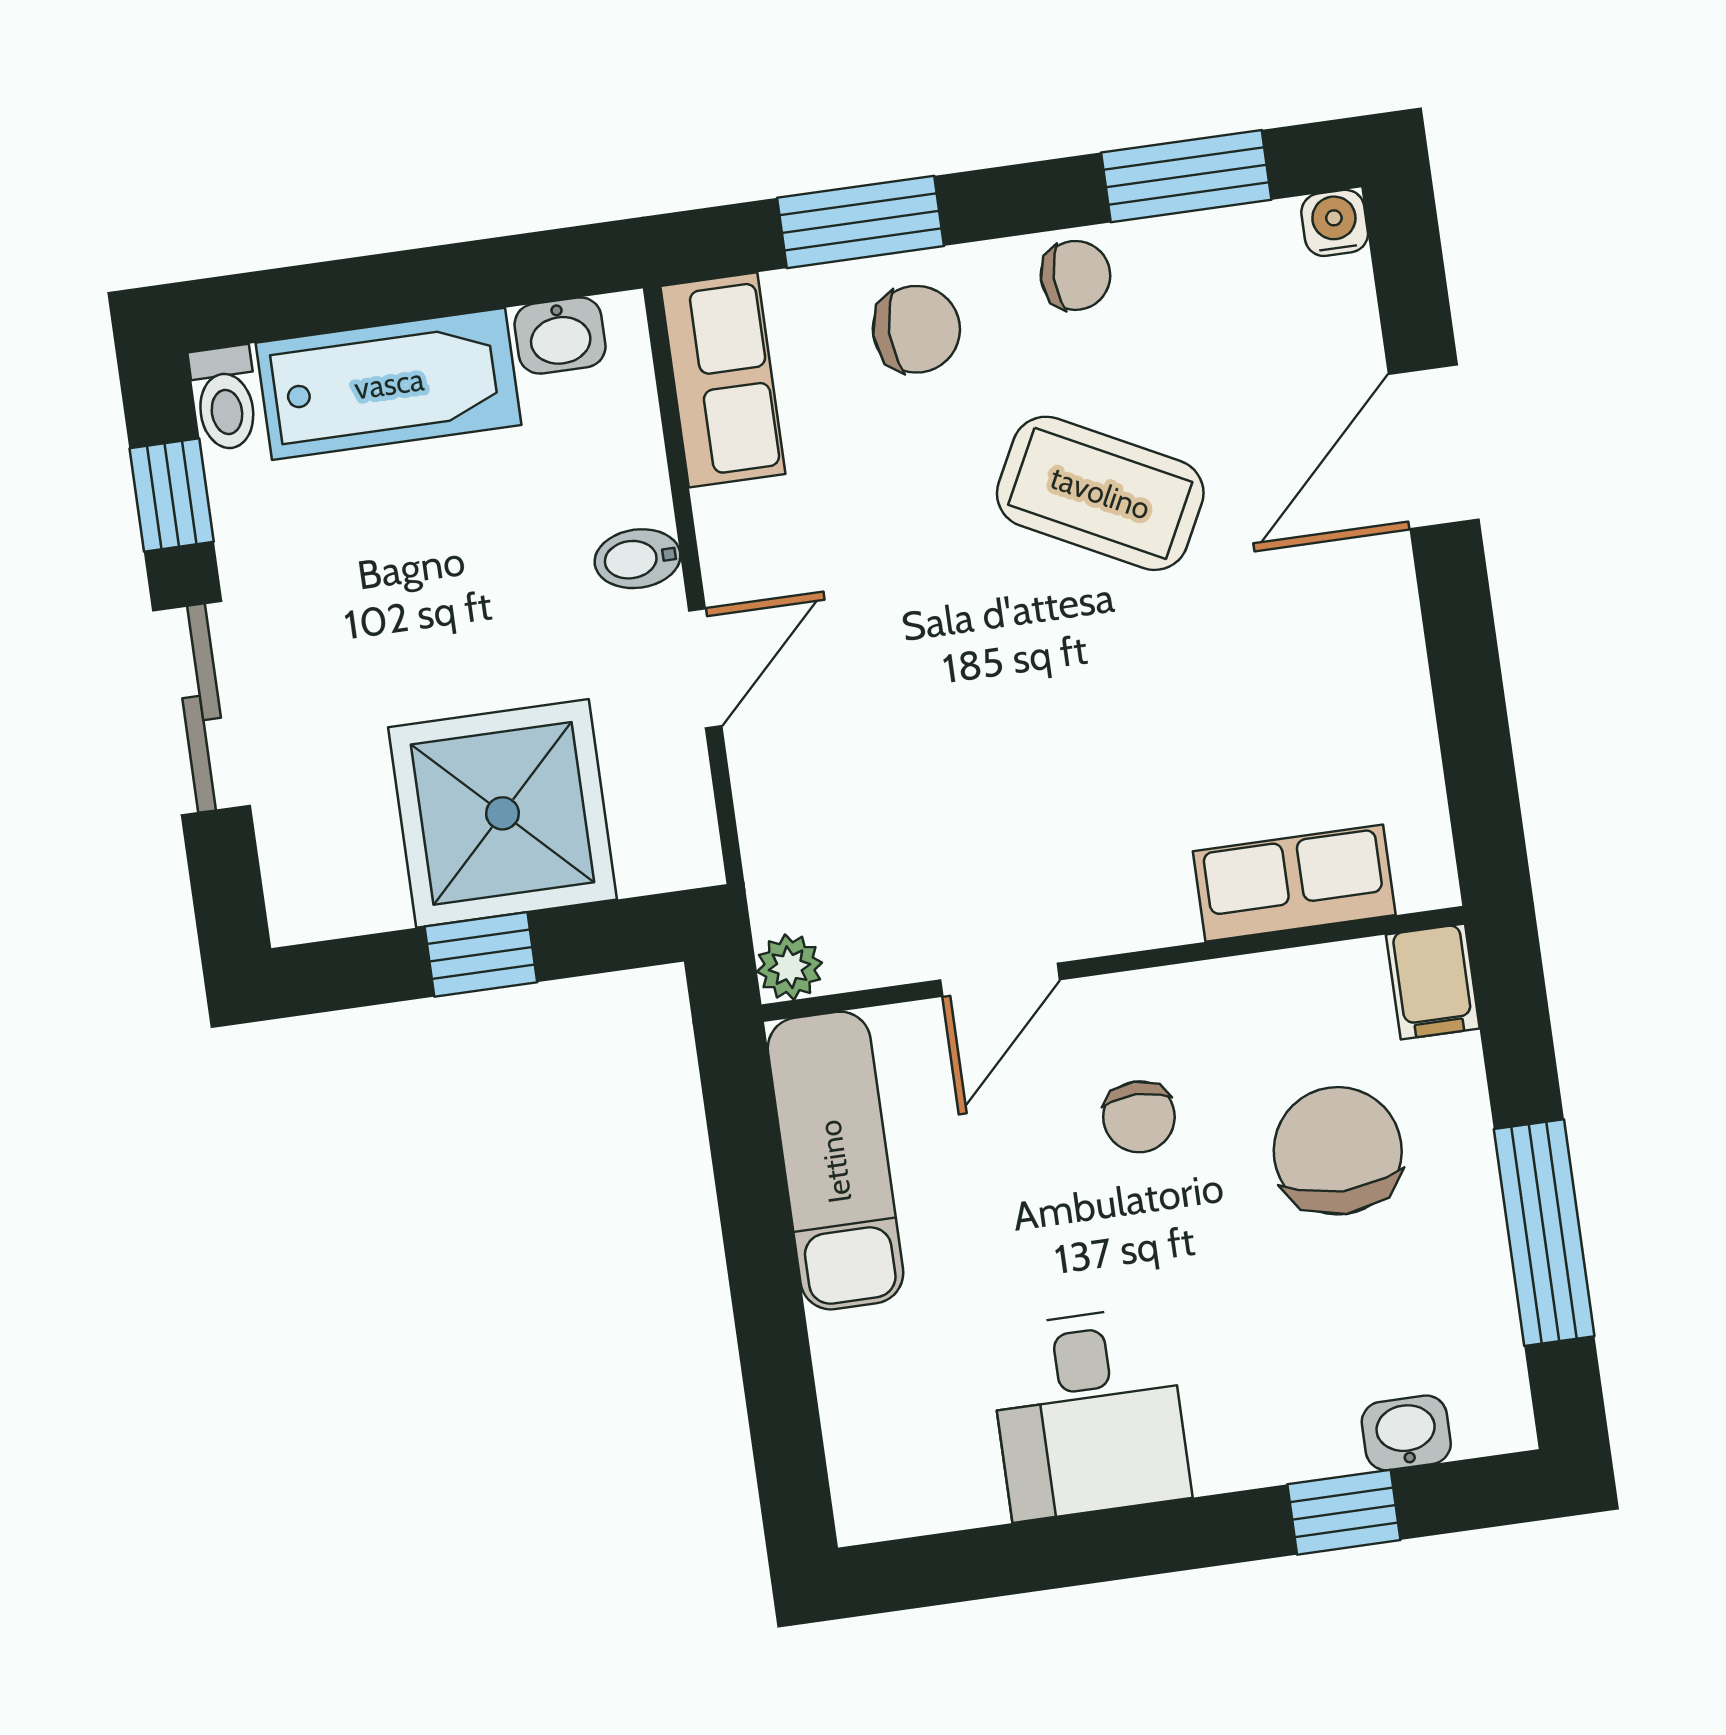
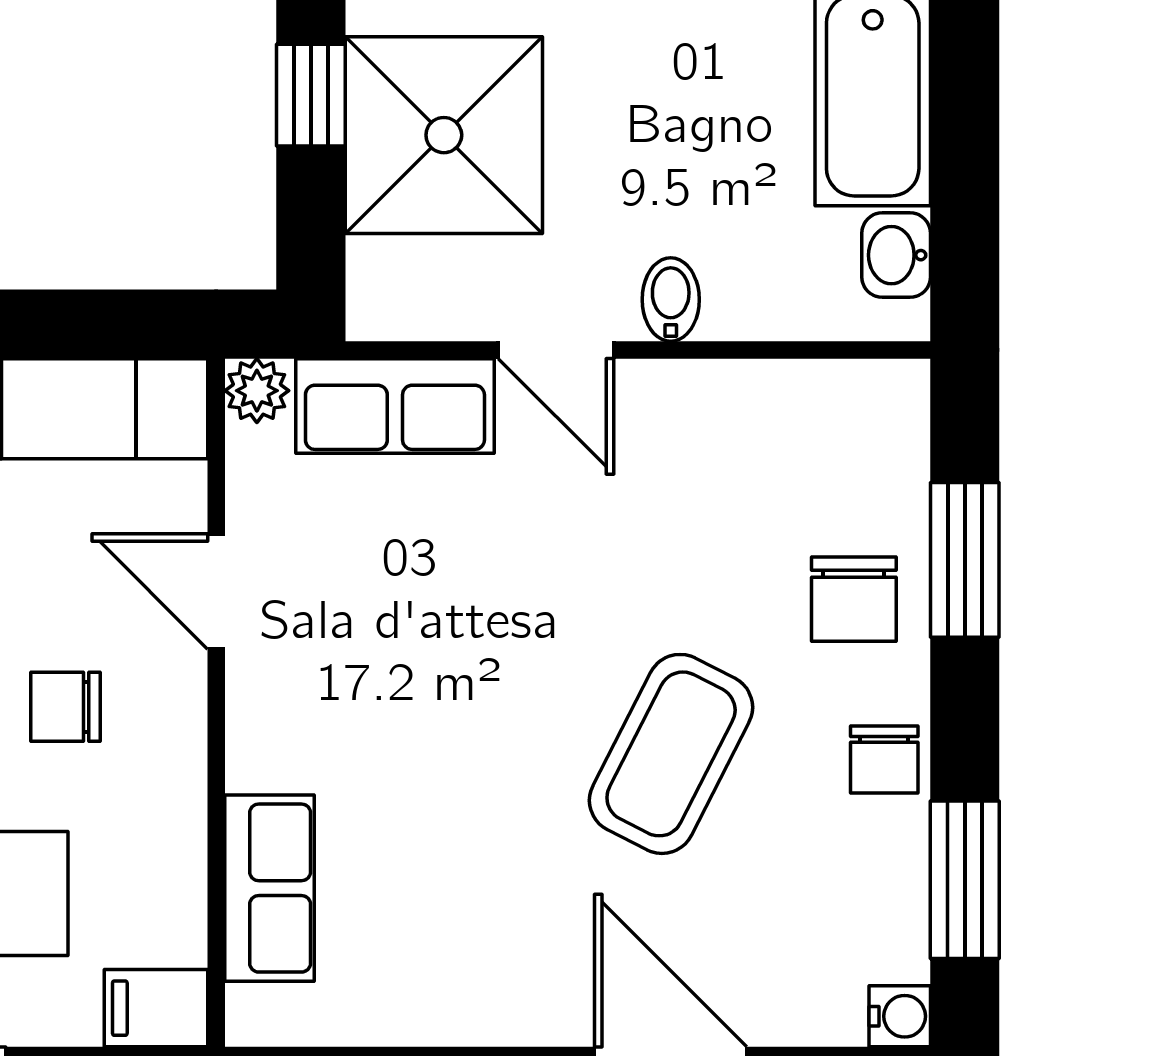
row of seats: (723, 380) -> (395, 406), moved

